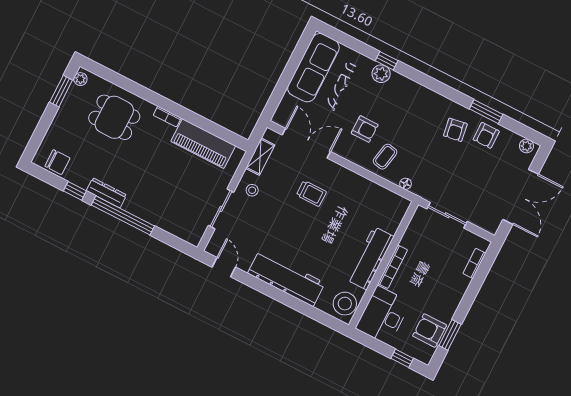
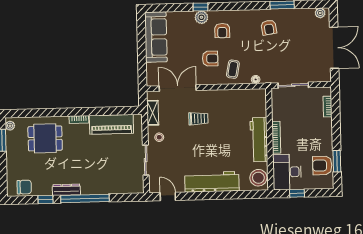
armchair: (486, 135) -> (222, 31), moved
window: (402, 358) -> (297, 193), moved

